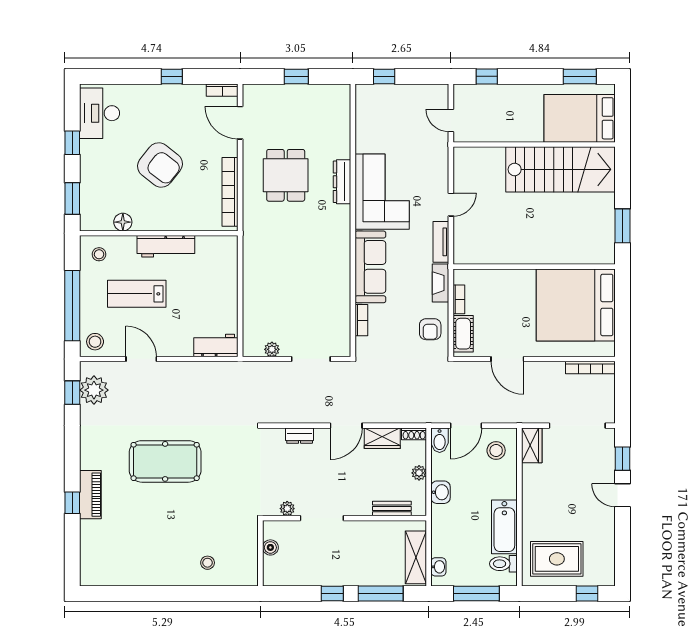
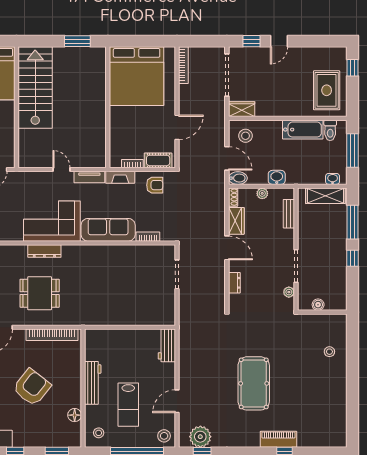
plant: (272, 349) -> (170, 304), removed

